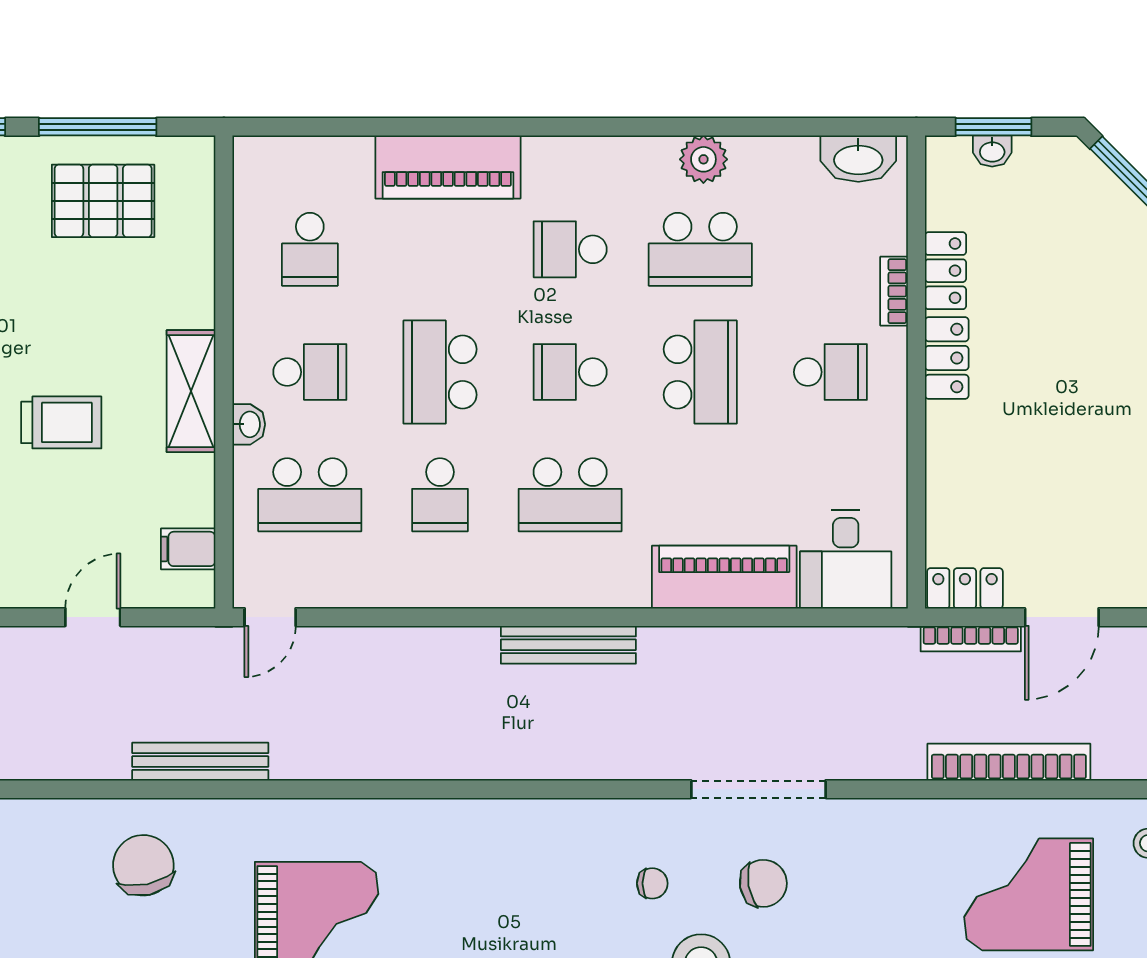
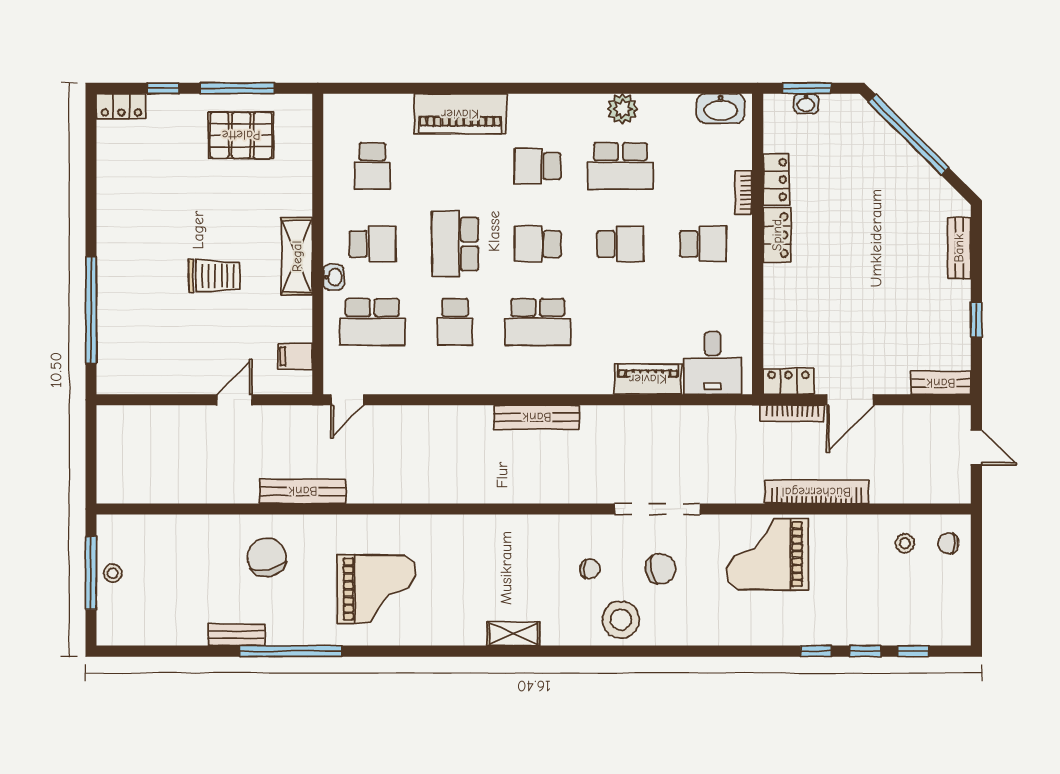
school desk: (700, 372) -> (620, 244), width x0.54
piano: (724, 577) -> (648, 379), width x0.73, depth x0.75
grand piano: (1029, 894) -> (768, 554), moved

